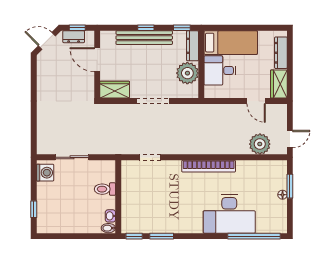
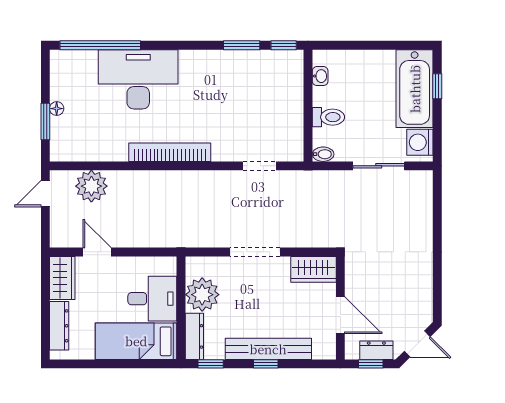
bathtub: (49, 208) -> (415, 89), added
bidet: (108, 228) -> (323, 154), moved

